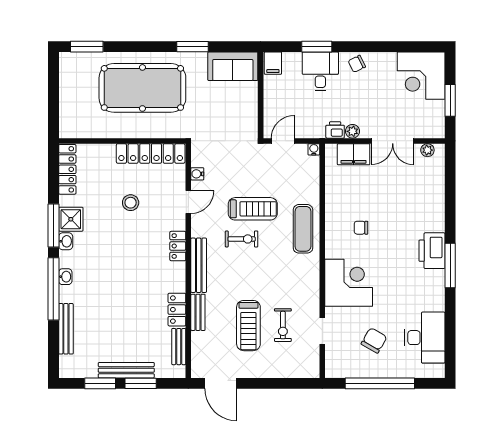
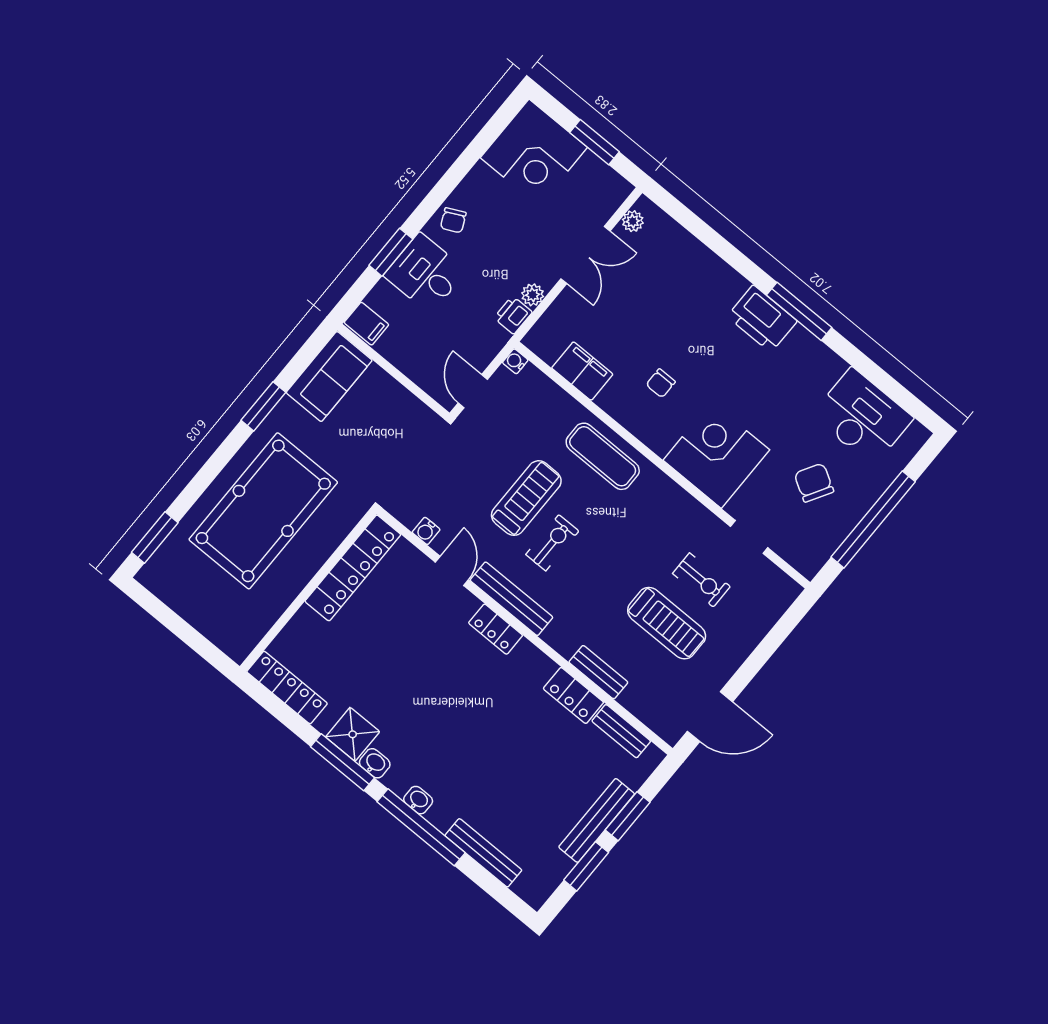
filing cabinet: (354, 154) -> (582, 371), moved, turned -90
stool: (131, 203) -> (393, 643), removed
bench: (199, 265) -> (511, 599), moved

